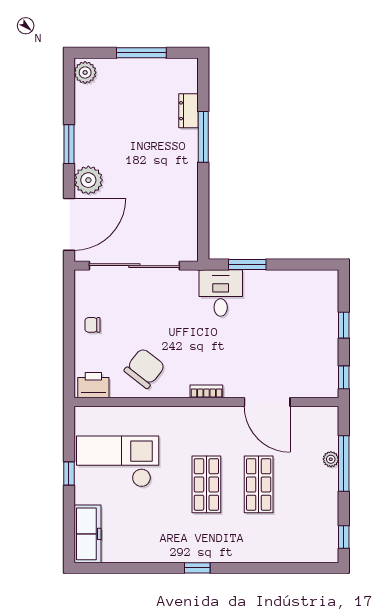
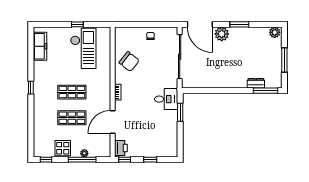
window: (203, 137) -> (266, 91), moved
printer: (93, 385) -> (121, 148), moved
display table: (320, 503) -> (63, 148), added
freezer: (87, 534) -> (40, 46), moved, turned -90

